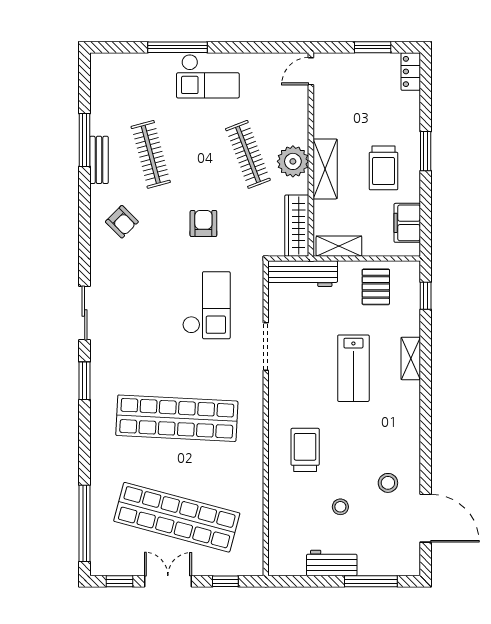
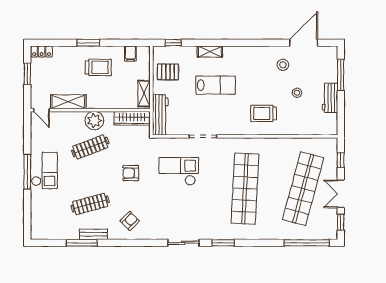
window: (178, 47) -> (27, 172), moved
shelving: (325, 169) -> (68, 102), moved
filing cabinet: (407, 223) -> (130, 54), width x0.50

